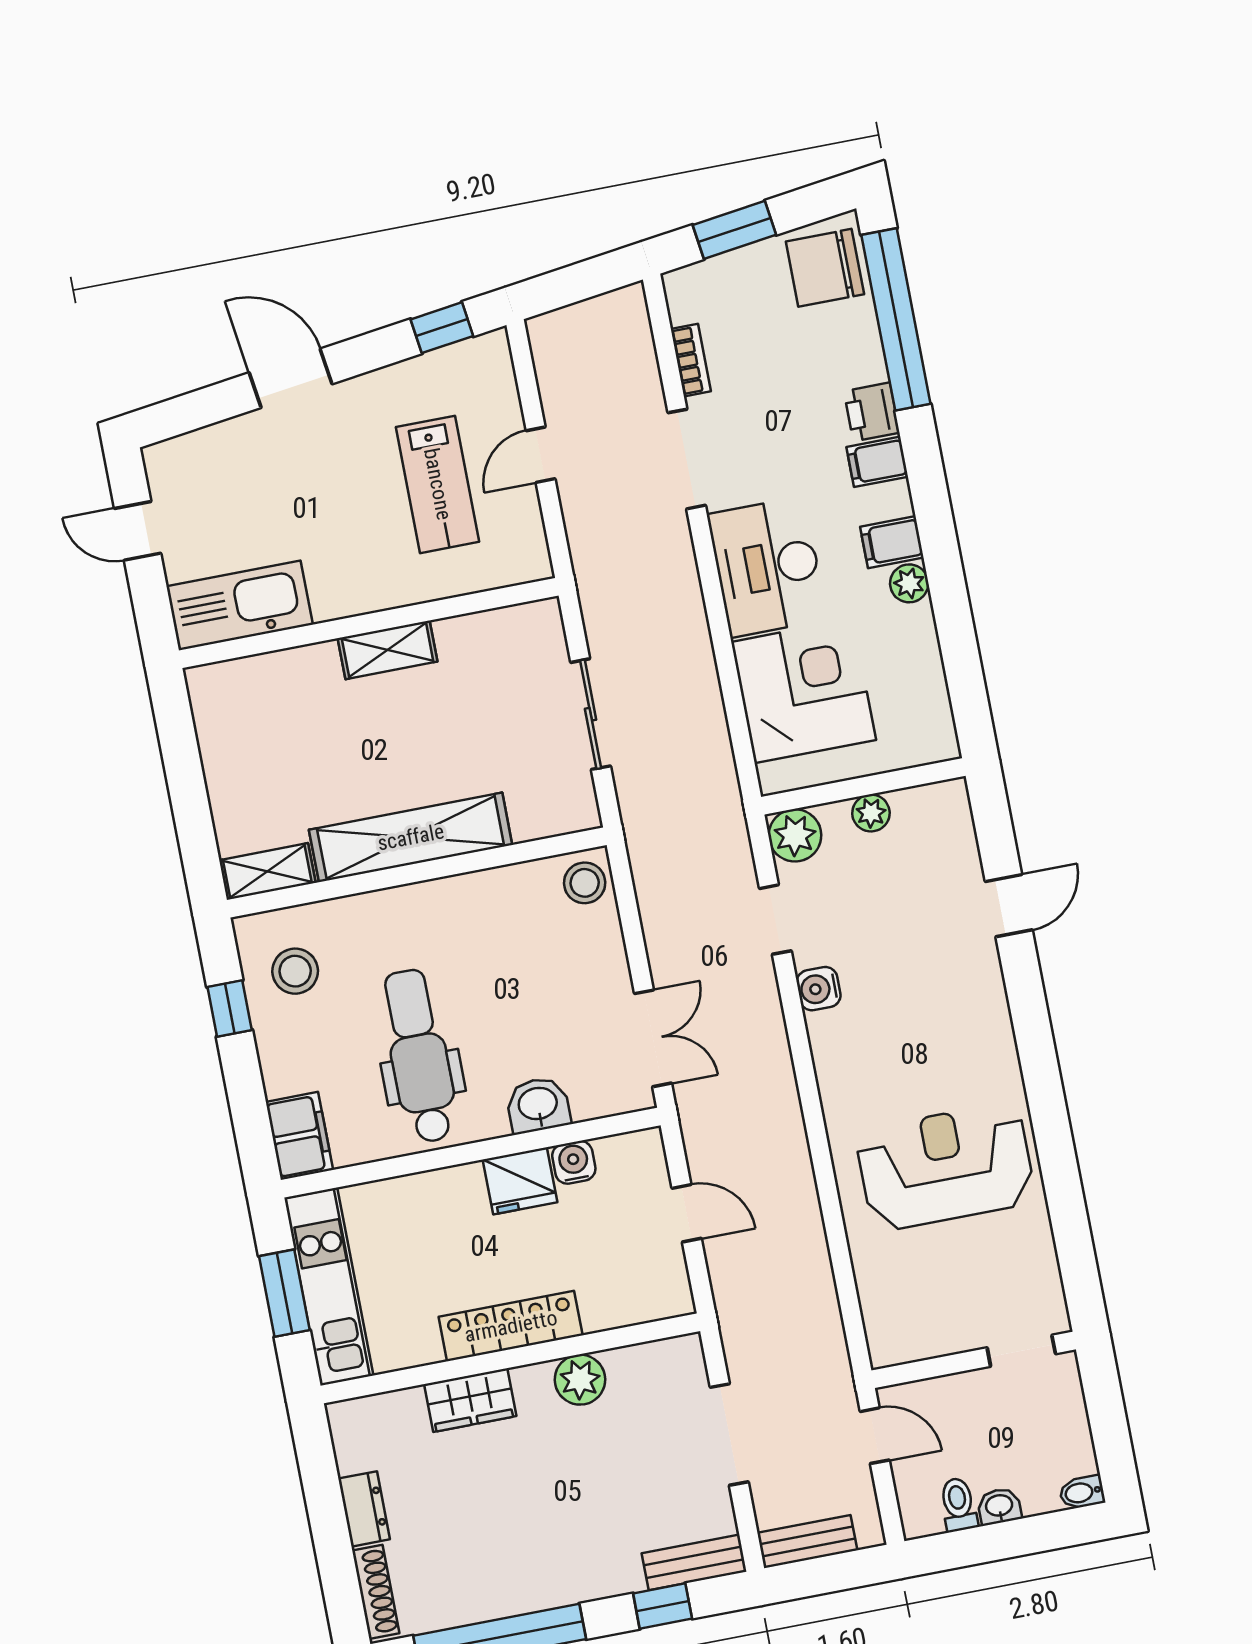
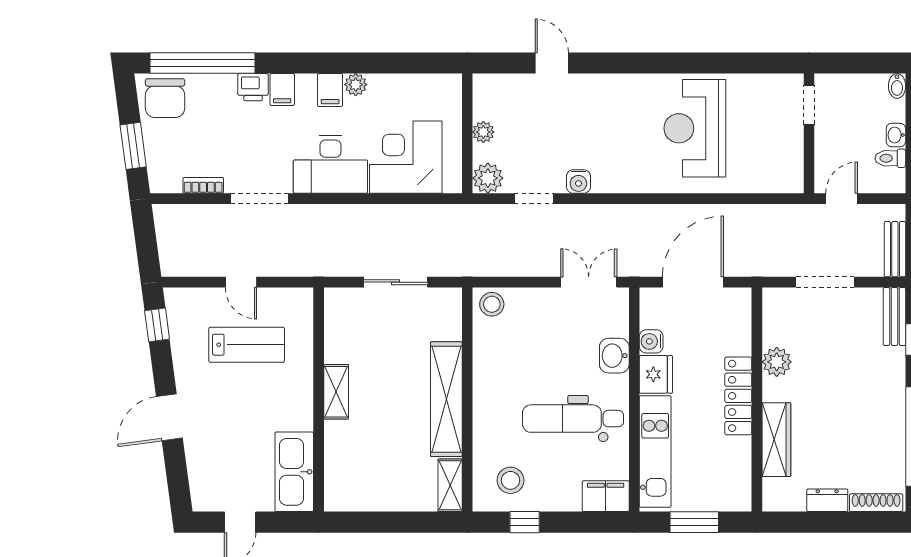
door: (687, 1213) -> (693, 282), width x1.88
kitchen unit: (329, 1287) -> (655, 451), moved, turned 90
wardrobe: (470, 1400) -> (776, 440), width x1.50

